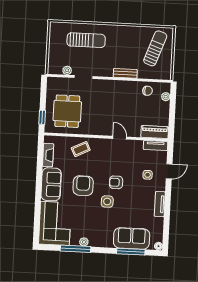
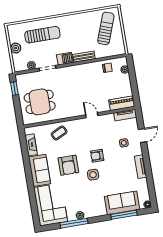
plant: (54, 48) -> (16, 48), added
barbecue: (104, 71) -> (65, 59), added
dining table: (67, 111) -> (40, 102), turned 90
window: (42, 117) -> (14, 89), moved
armchair: (83, 186) -> (68, 165), turned 180

